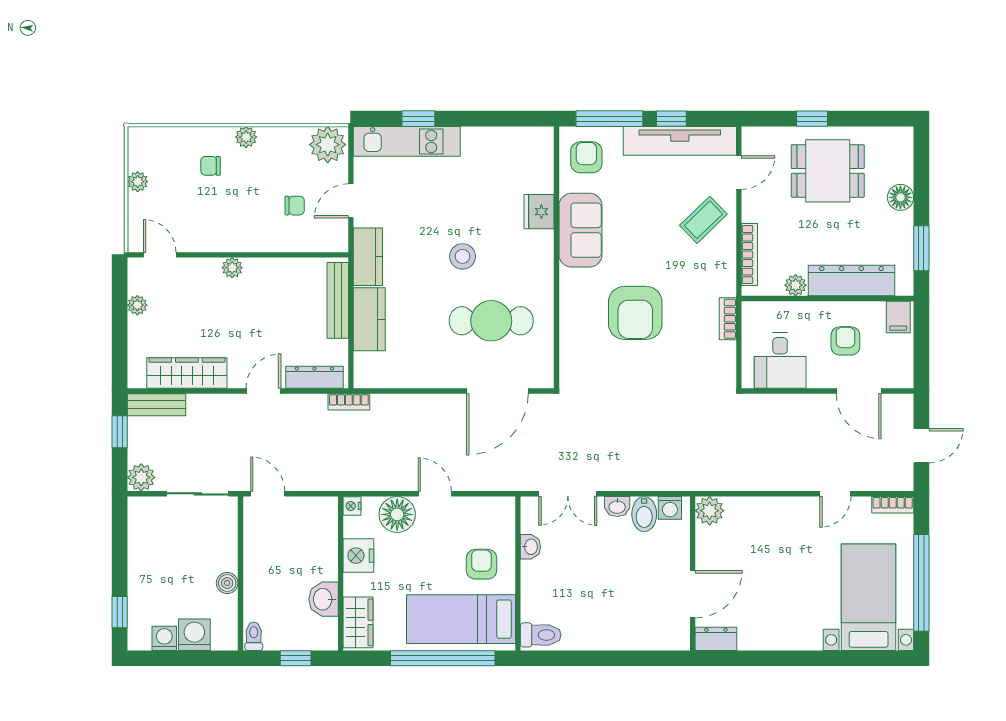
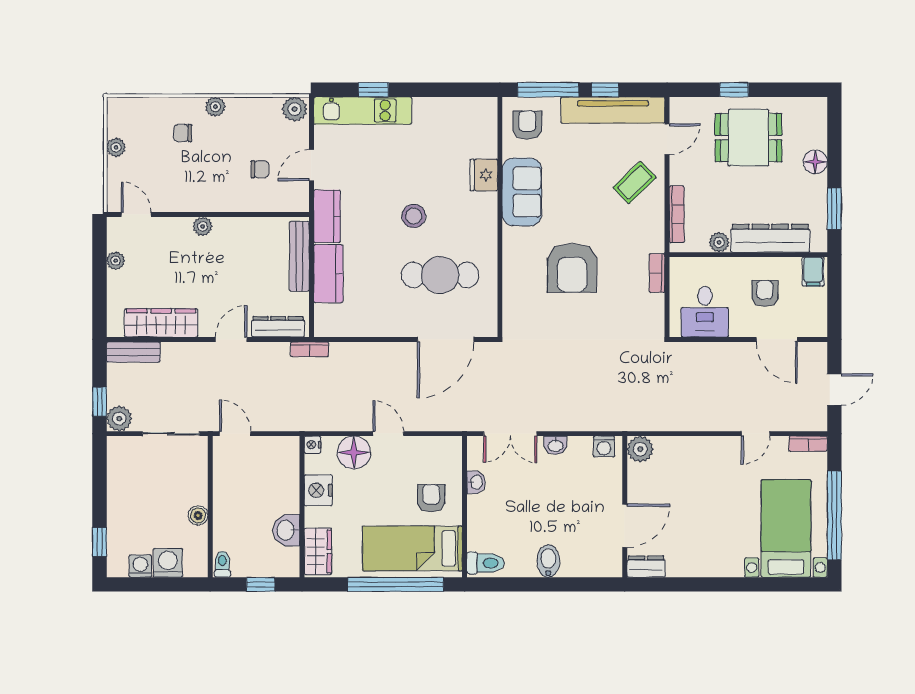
plant: (328, 145) -> (295, 109), width x0.73, depth x0.73
window: (120, 432) -> (99, 402), moved
bidet: (644, 514) -> (548, 561), moved, turned 180

